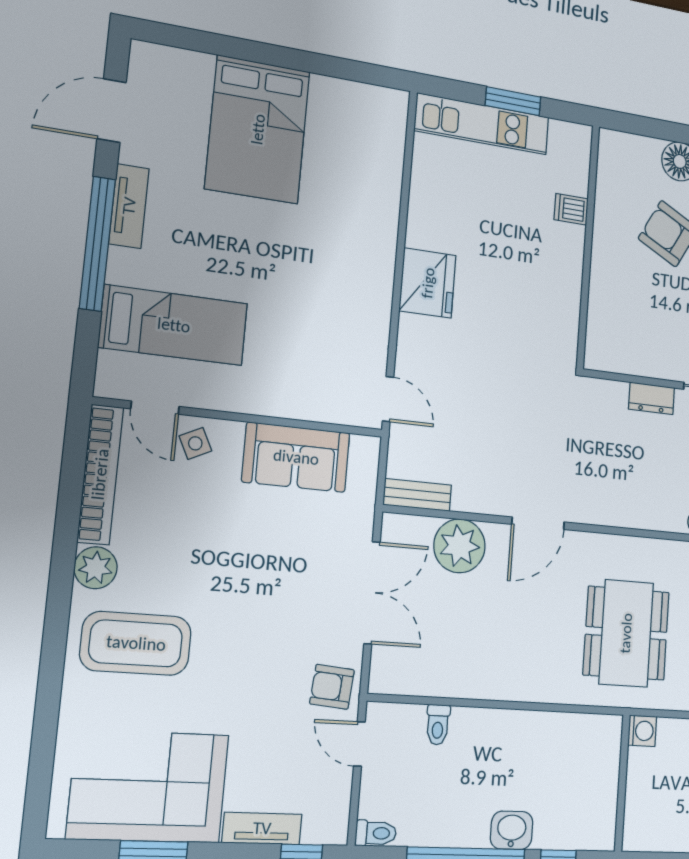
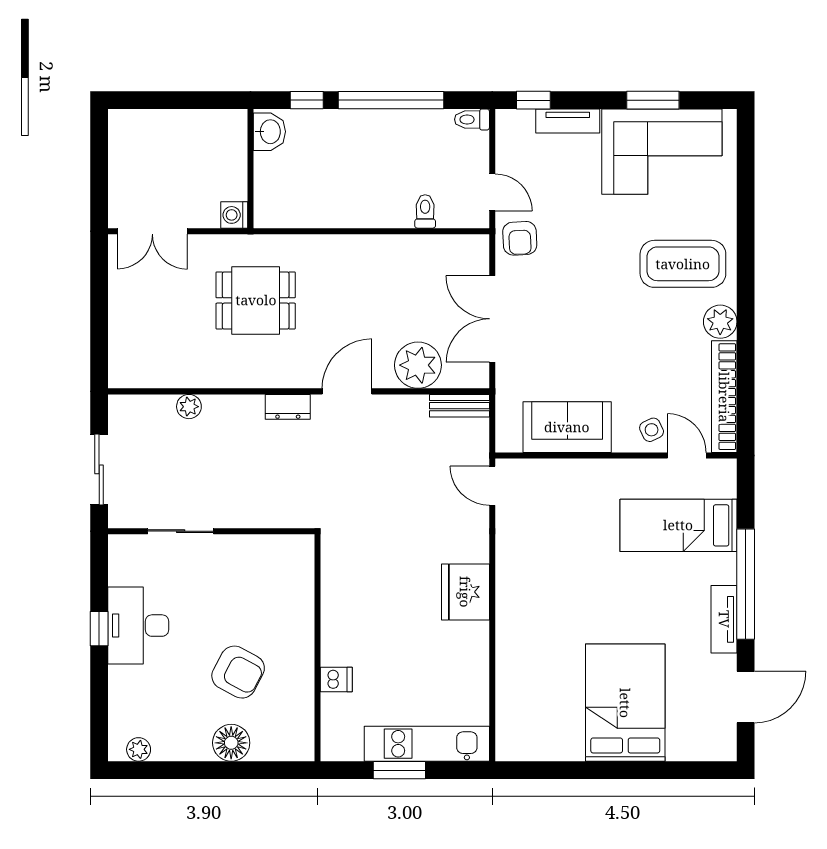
dresser: (652, 398) -> (288, 407), moved, turned 180
dining table: (626, 633) -> (256, 300), width x0.73
armchair: (332, 687) -> (520, 238), turned 82
washbasin: (512, 830) -> (269, 132), moved, turned -90

